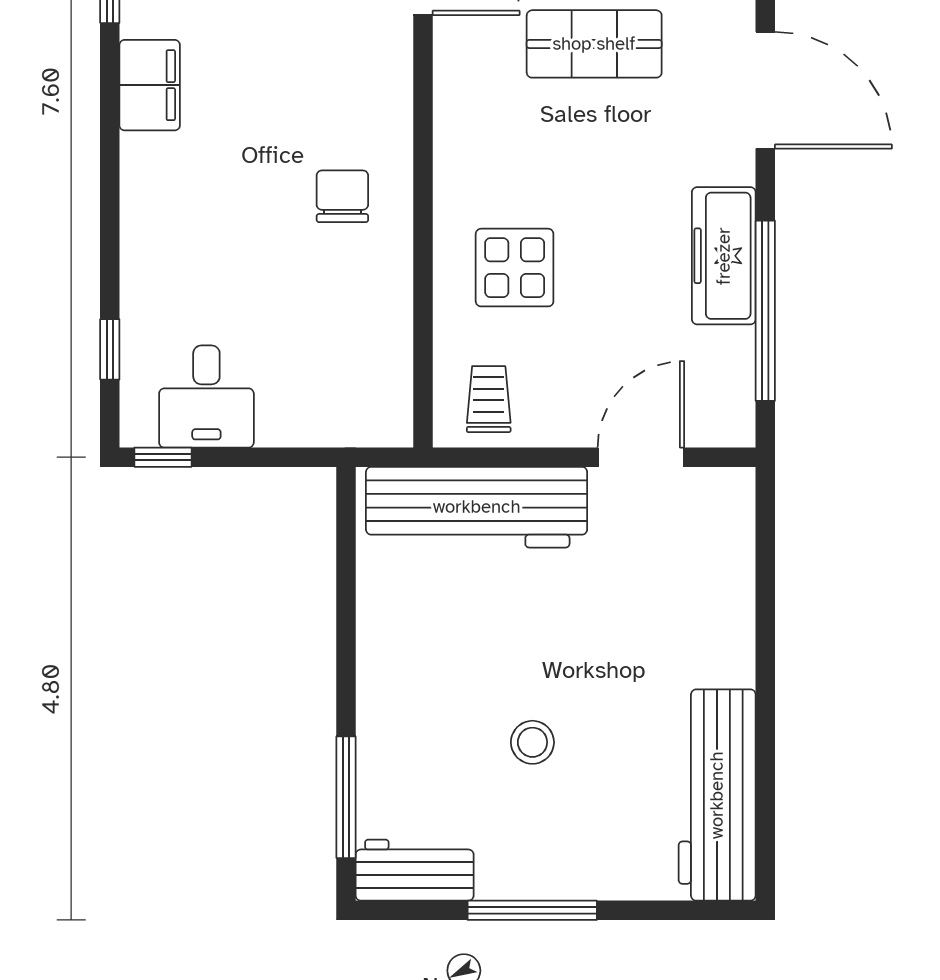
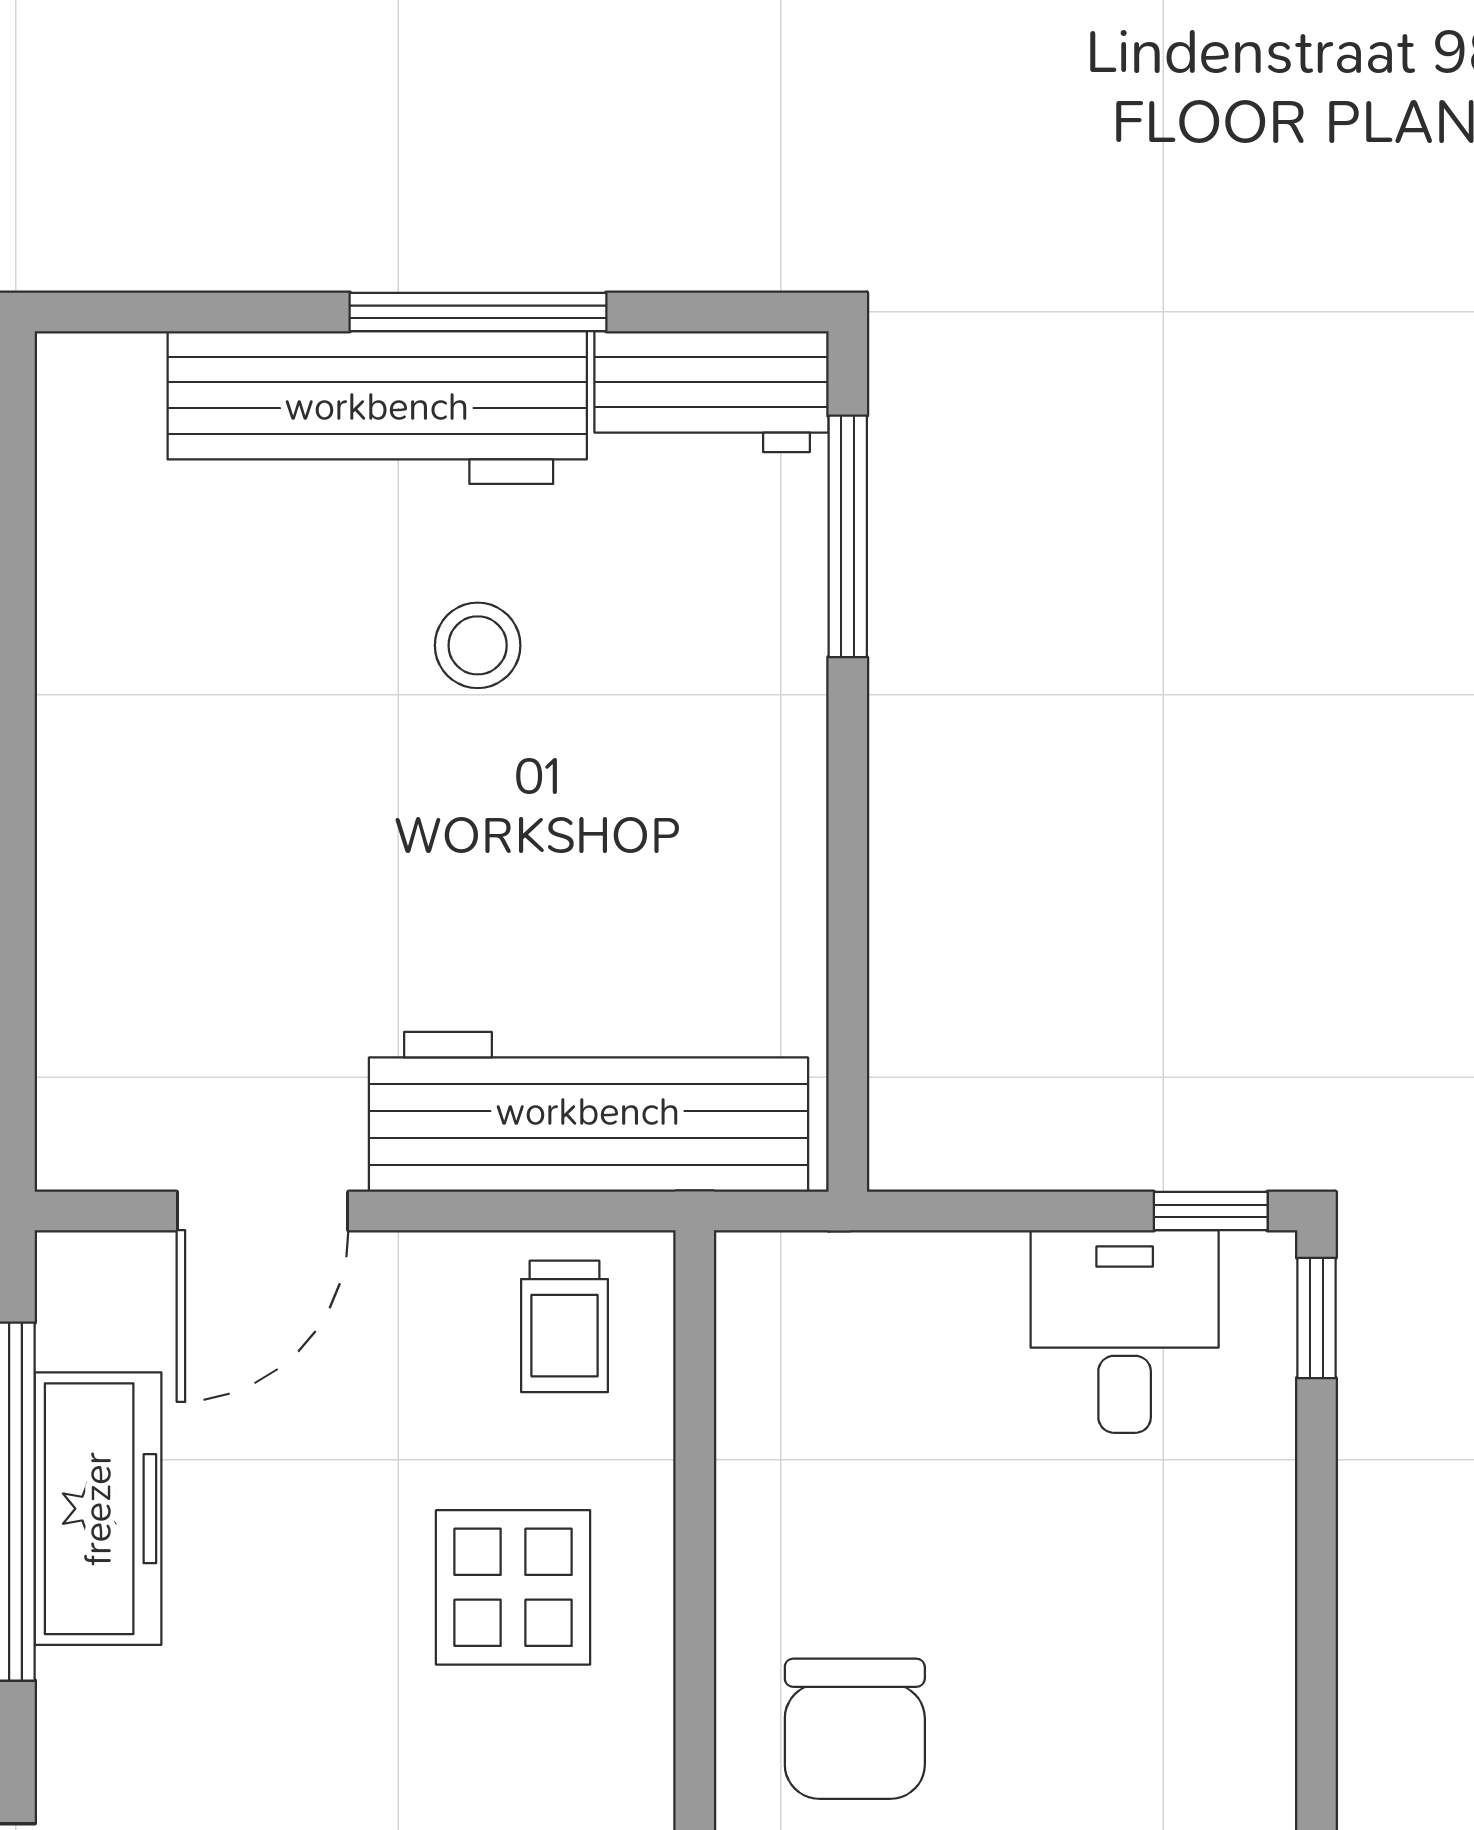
chair: (342, 196) -> (855, 1729), width x1.37, depth x1.37
freezer: (724, 256) -> (98, 1509), moved
window: (110, 349) -> (1316, 1318), moved
workbench: (717, 795) -> (377, 407), moved, turned 90

